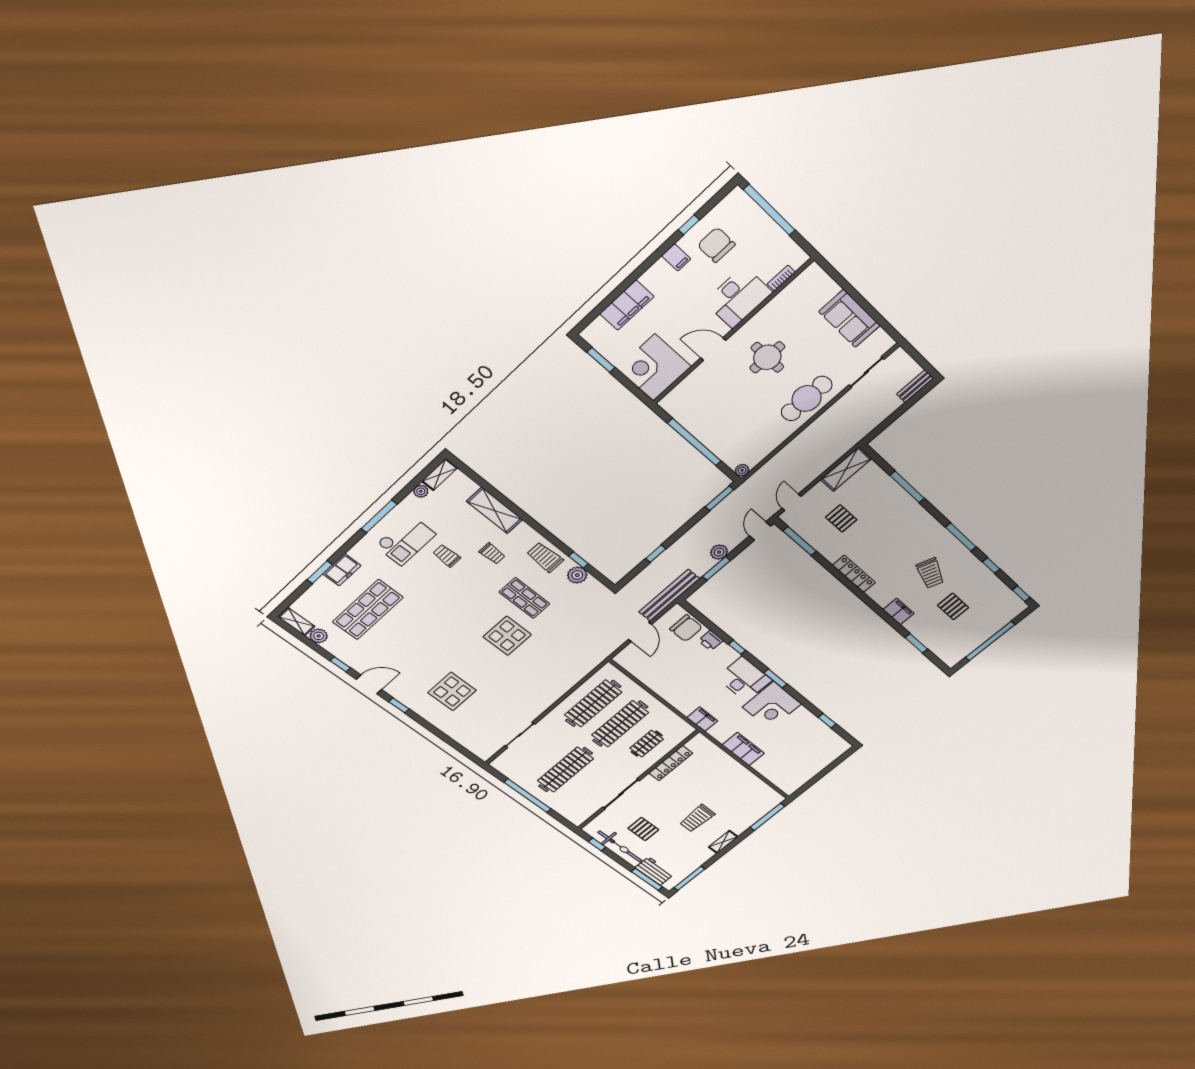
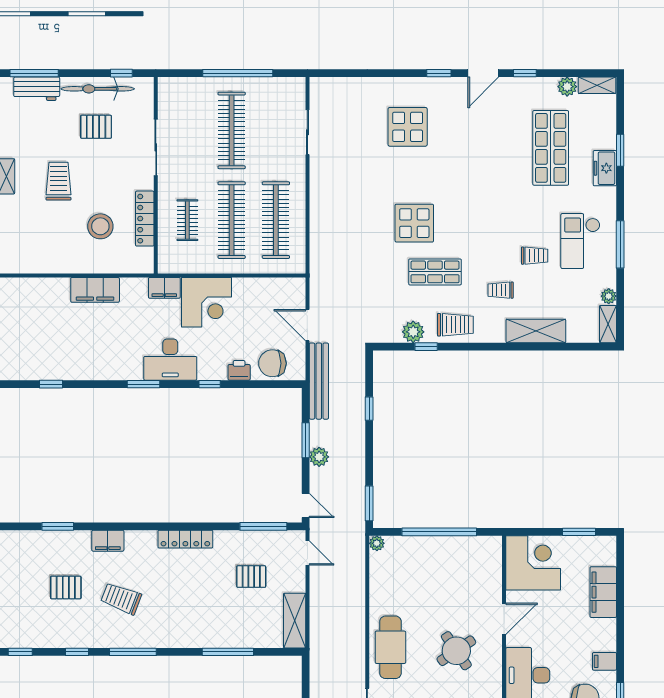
round table: (767, 357) -> (456, 651), turned -34
corner desk: (772, 705) -> (206, 302), moved, turned 180
stool: (701, 778) -> (100, 226), added

